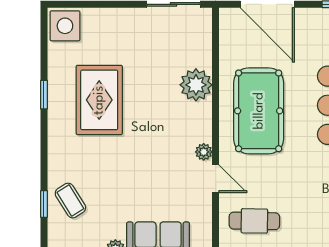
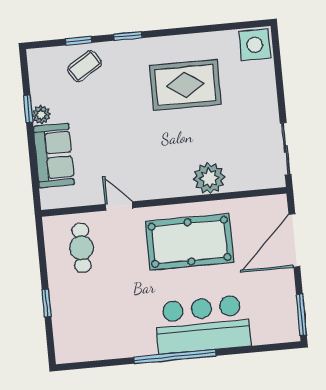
window: (44, 95) -> (128, 36), moved
plant: (204, 152) -> (144, 192), removed
door: (216, 179) -> (119, 206), swing flipped

